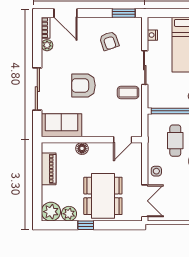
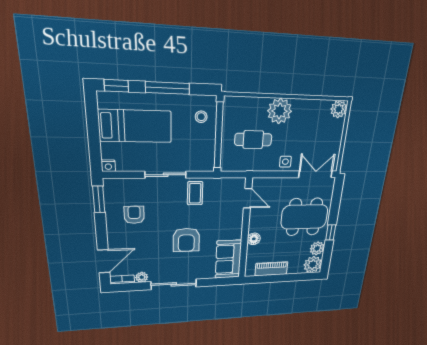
nightstand: (152, 35) -> (108, 166), moved
armchair: (109, 41) -> (134, 215), turned -71
sliding door: (37, 89) -> (174, 284), moved

